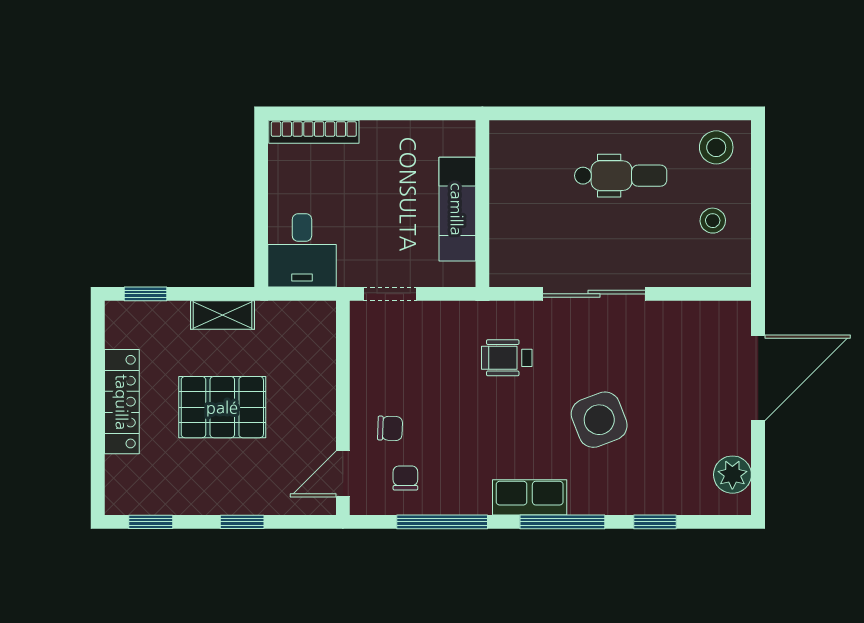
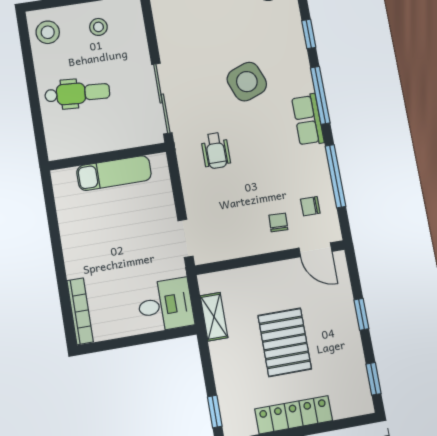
dental chair: (621, 176) -> (77, 93), turned 94
wall: (482, 204) -> (107, 157), moved
exam couch: (457, 209) -> (114, 173), moved
shelving: (222, 315) -> (214, 317), moved

